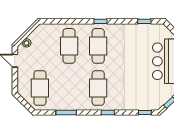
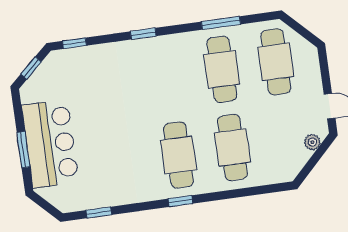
cafe table: (98, 88) -> (222, 69), moved

